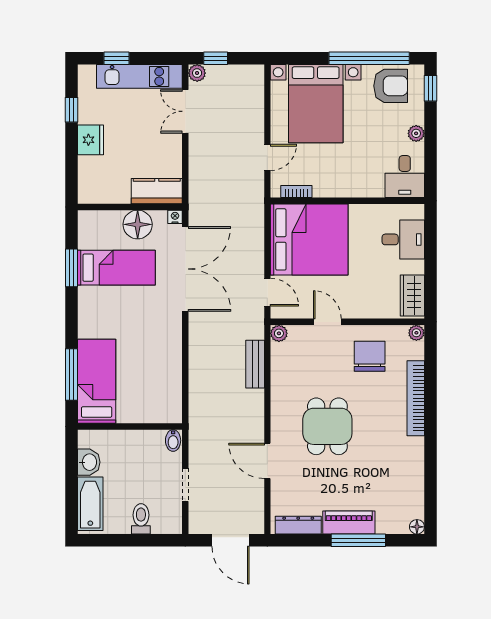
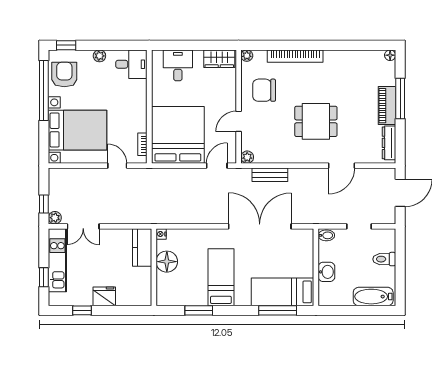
bed: (116, 268) -> (221, 277), moved
double door: (185, 269) -> (260, 226), moved
washbasin: (89, 462) -> (326, 272), moved, turned 90

